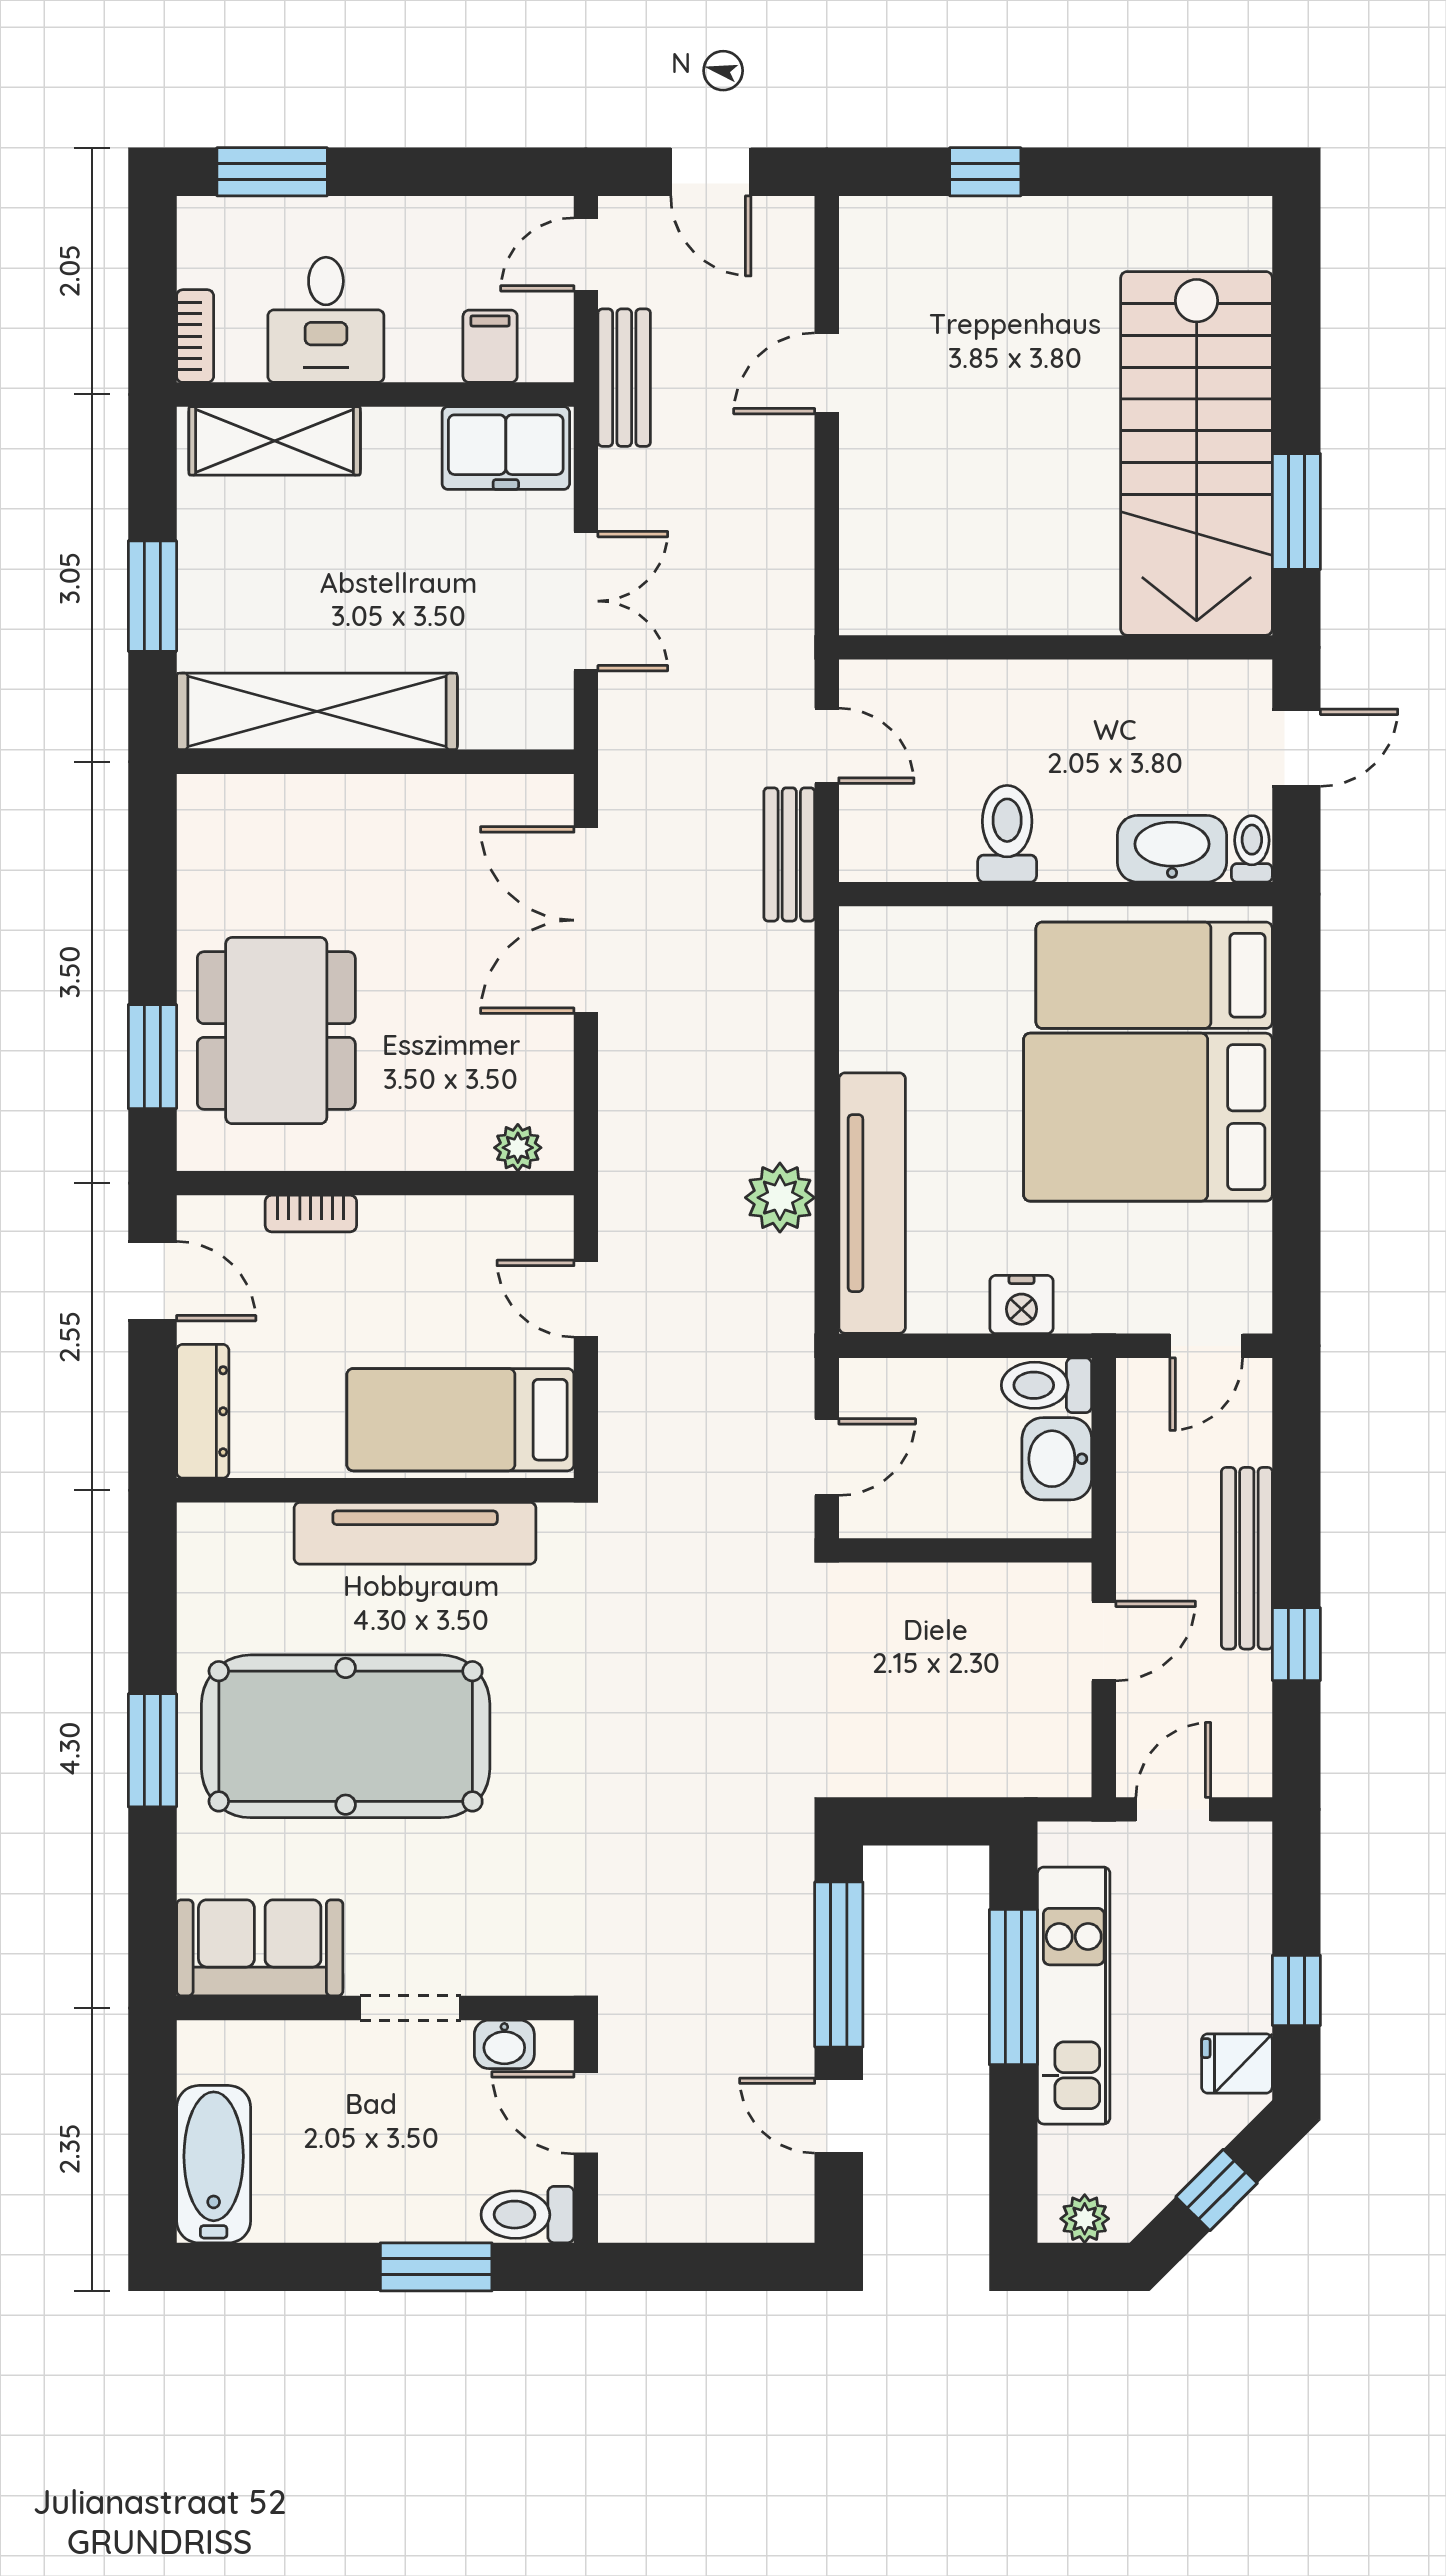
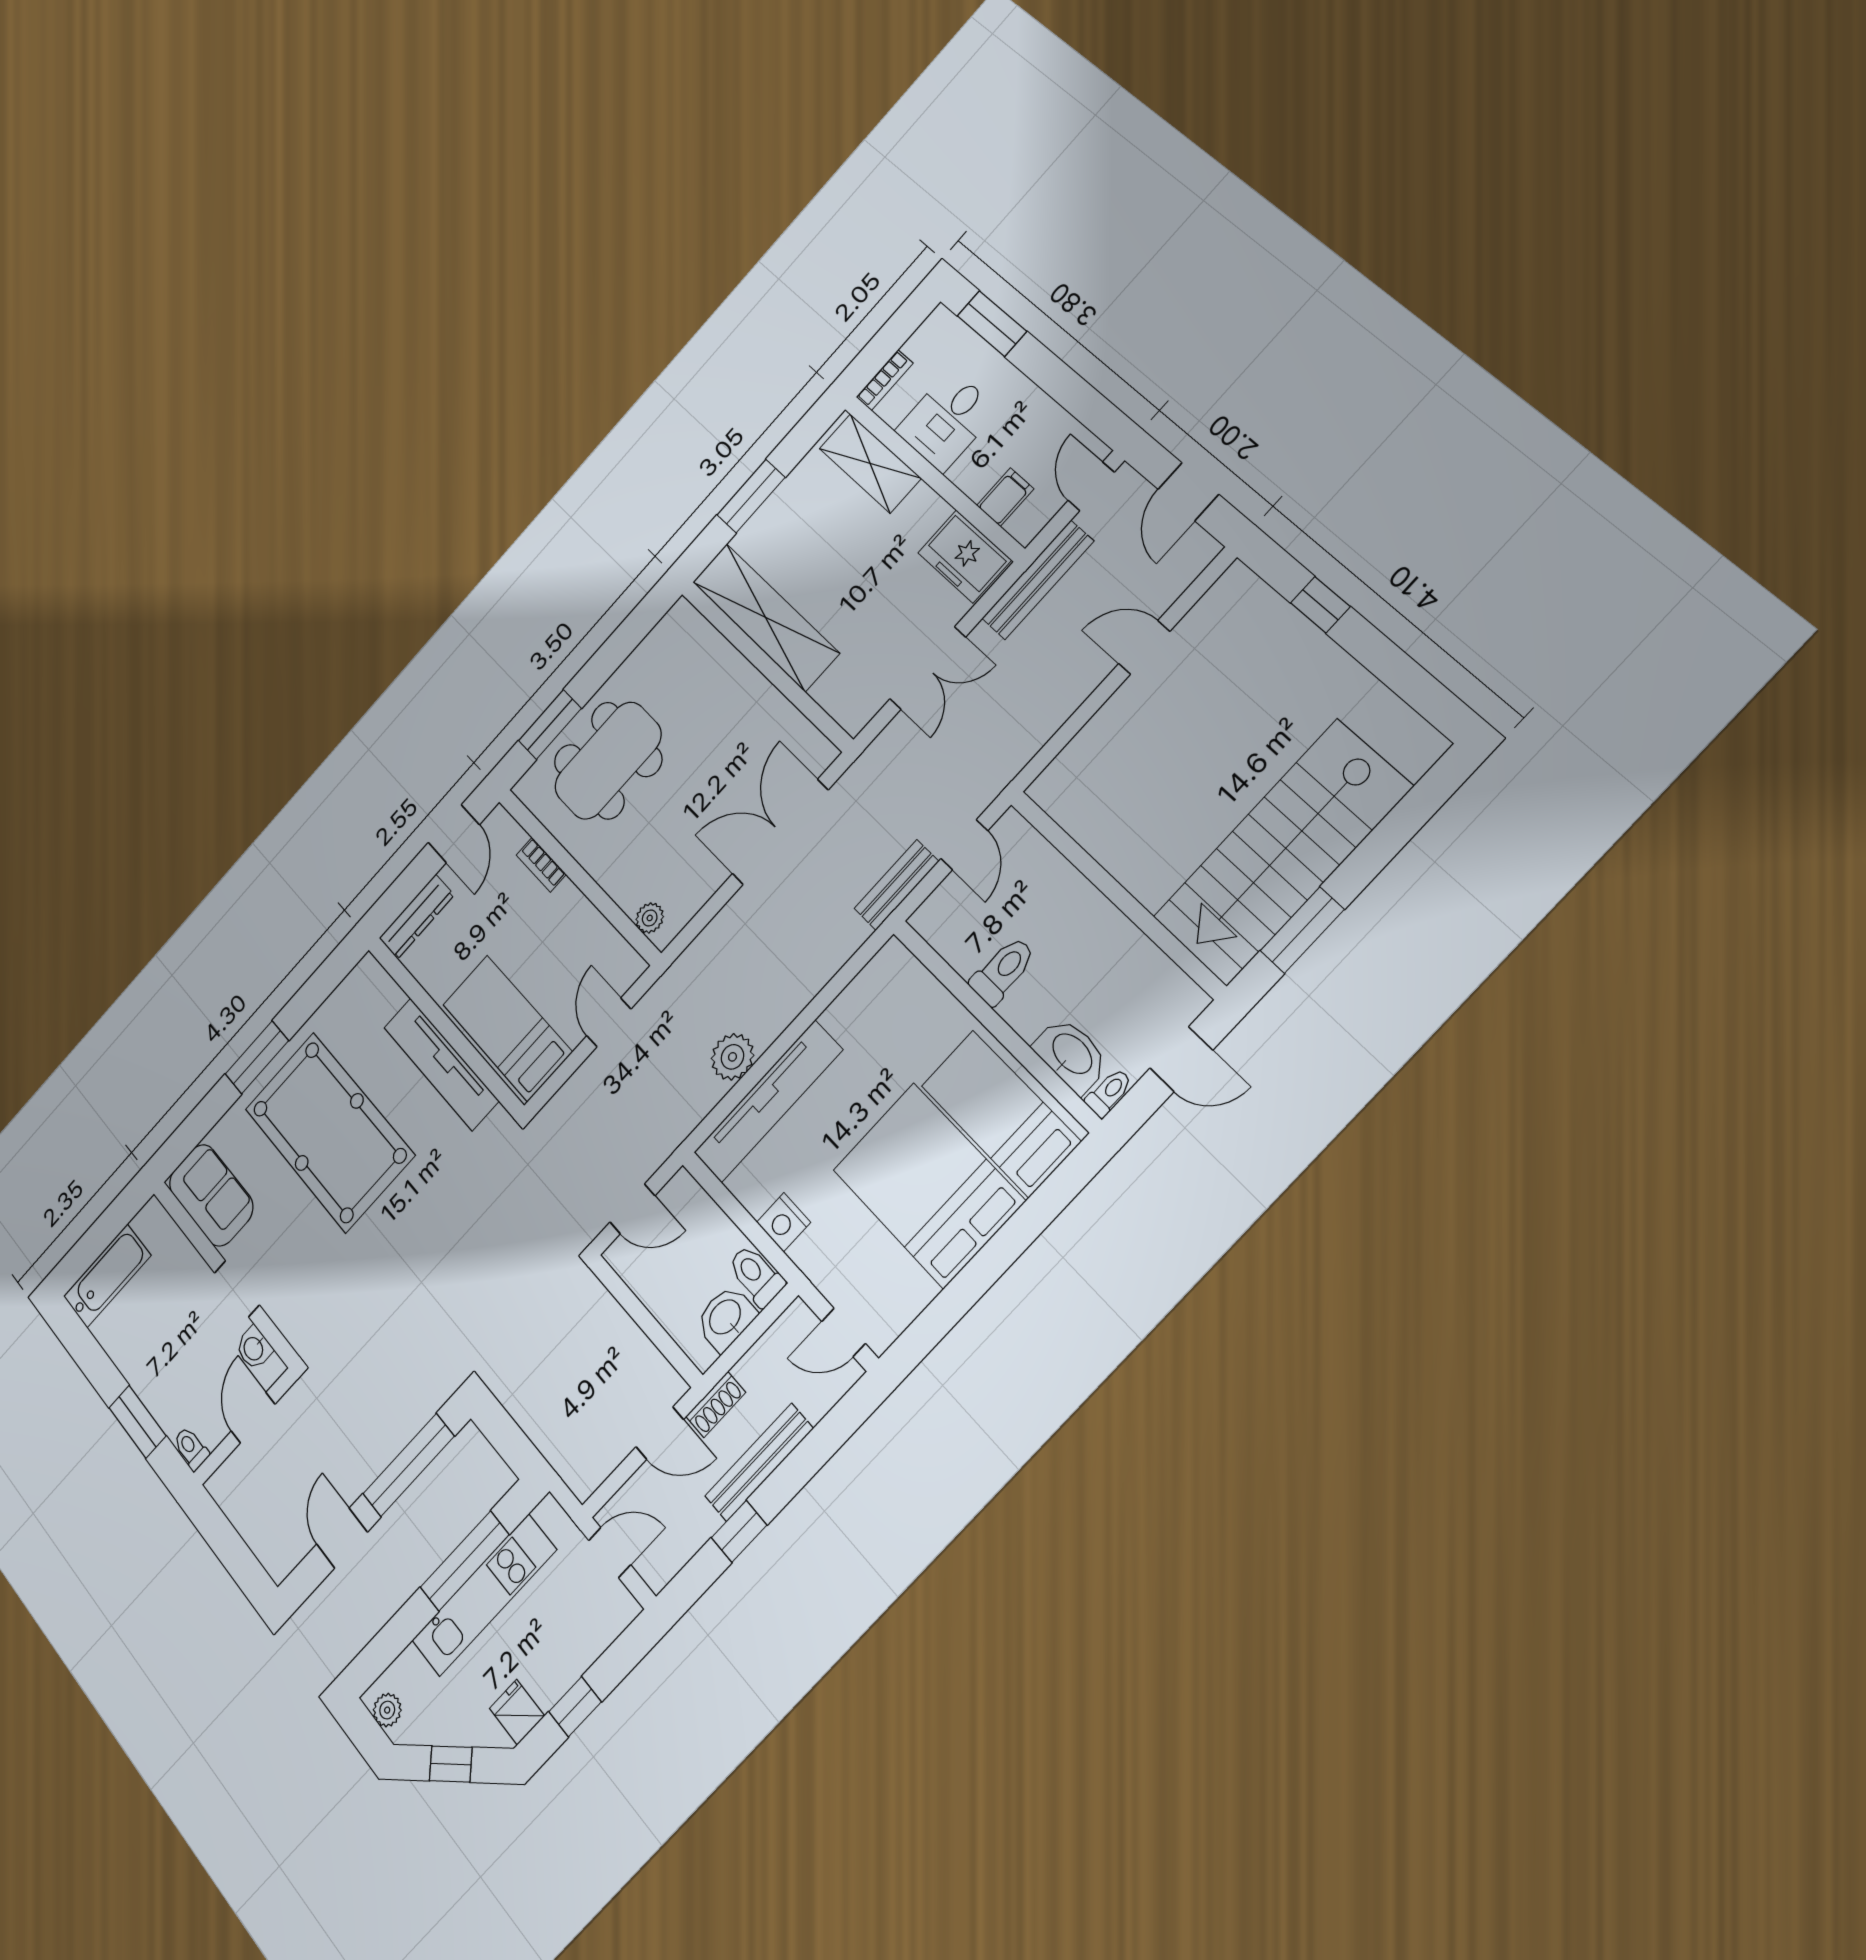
door: (586, 254) -> (1091, 486), hinge flipped
bench: (624, 378) -> (1038, 580), width x1.36
shoe rack: (1137, 1552) -> (716, 1404), added
toilet: (527, 2215) -> (191, 1448), width x0.73, depth x0.72

